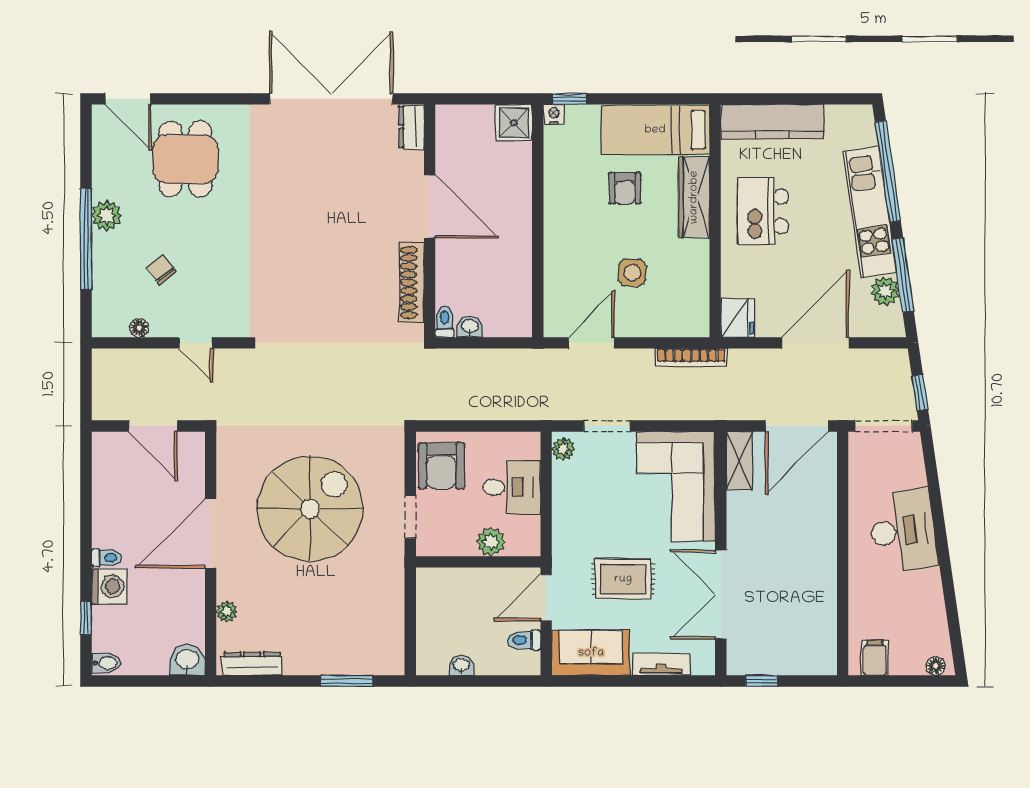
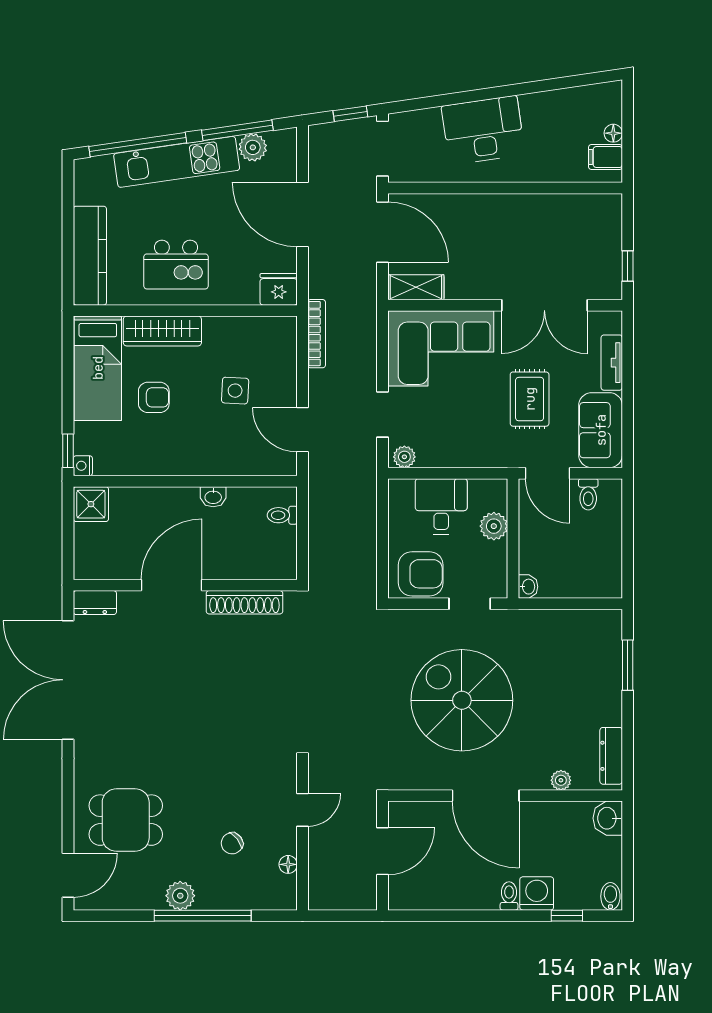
toilet: (445, 322) -> (282, 515), moved
washbasin: (470, 327) -> (213, 497), moved, turned -90
washbasin: (461, 665) -> (528, 587), moved, turned 180
floor lamp: (936, 666) -> (613, 133), moved

